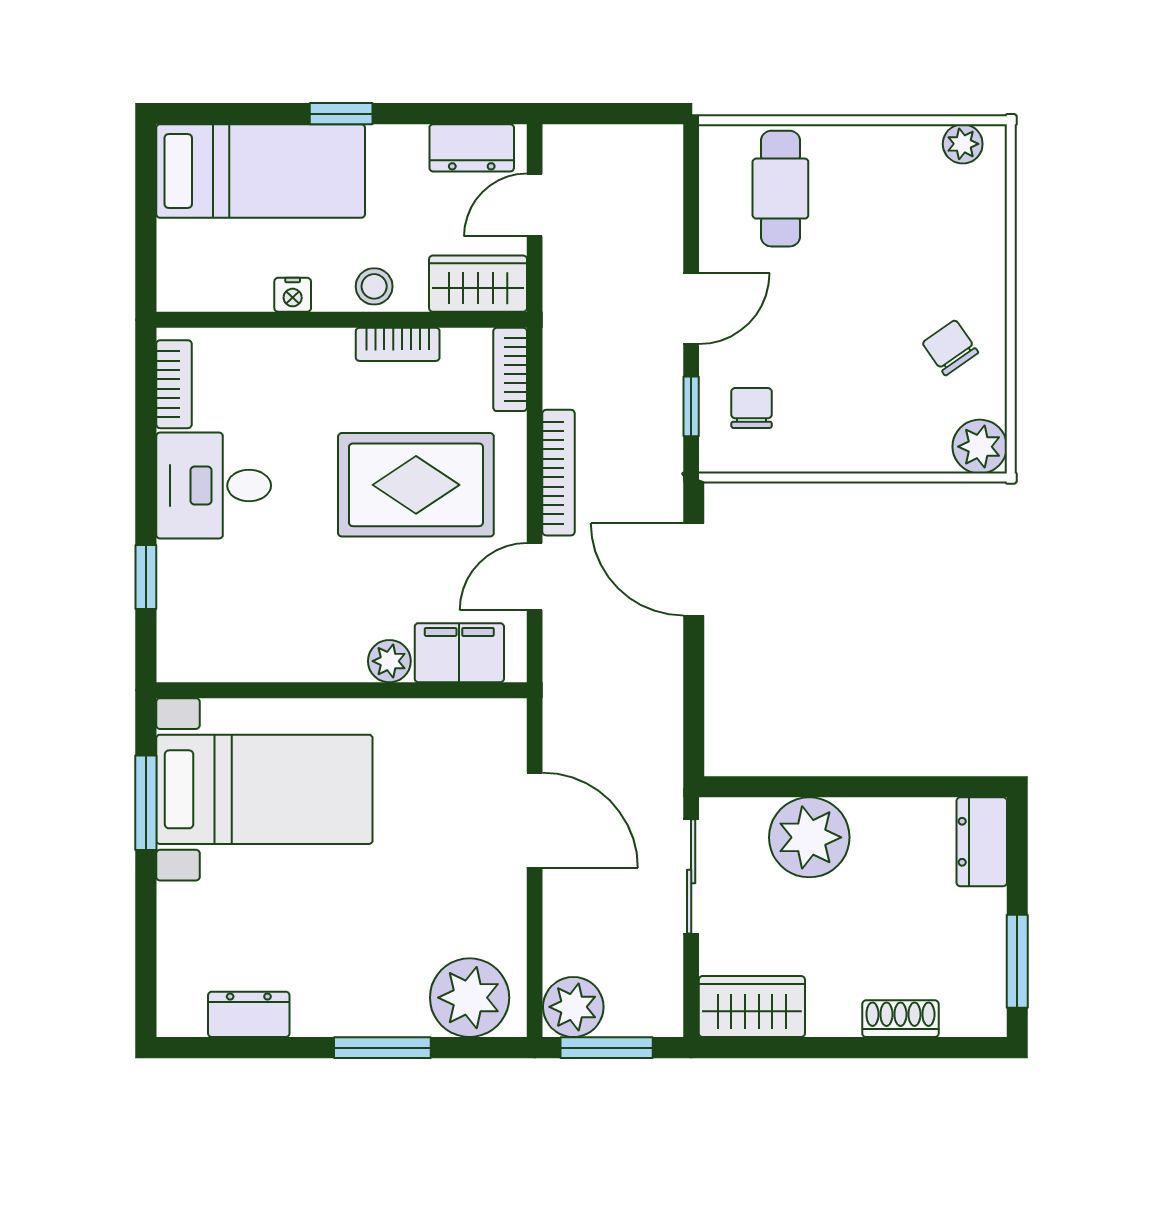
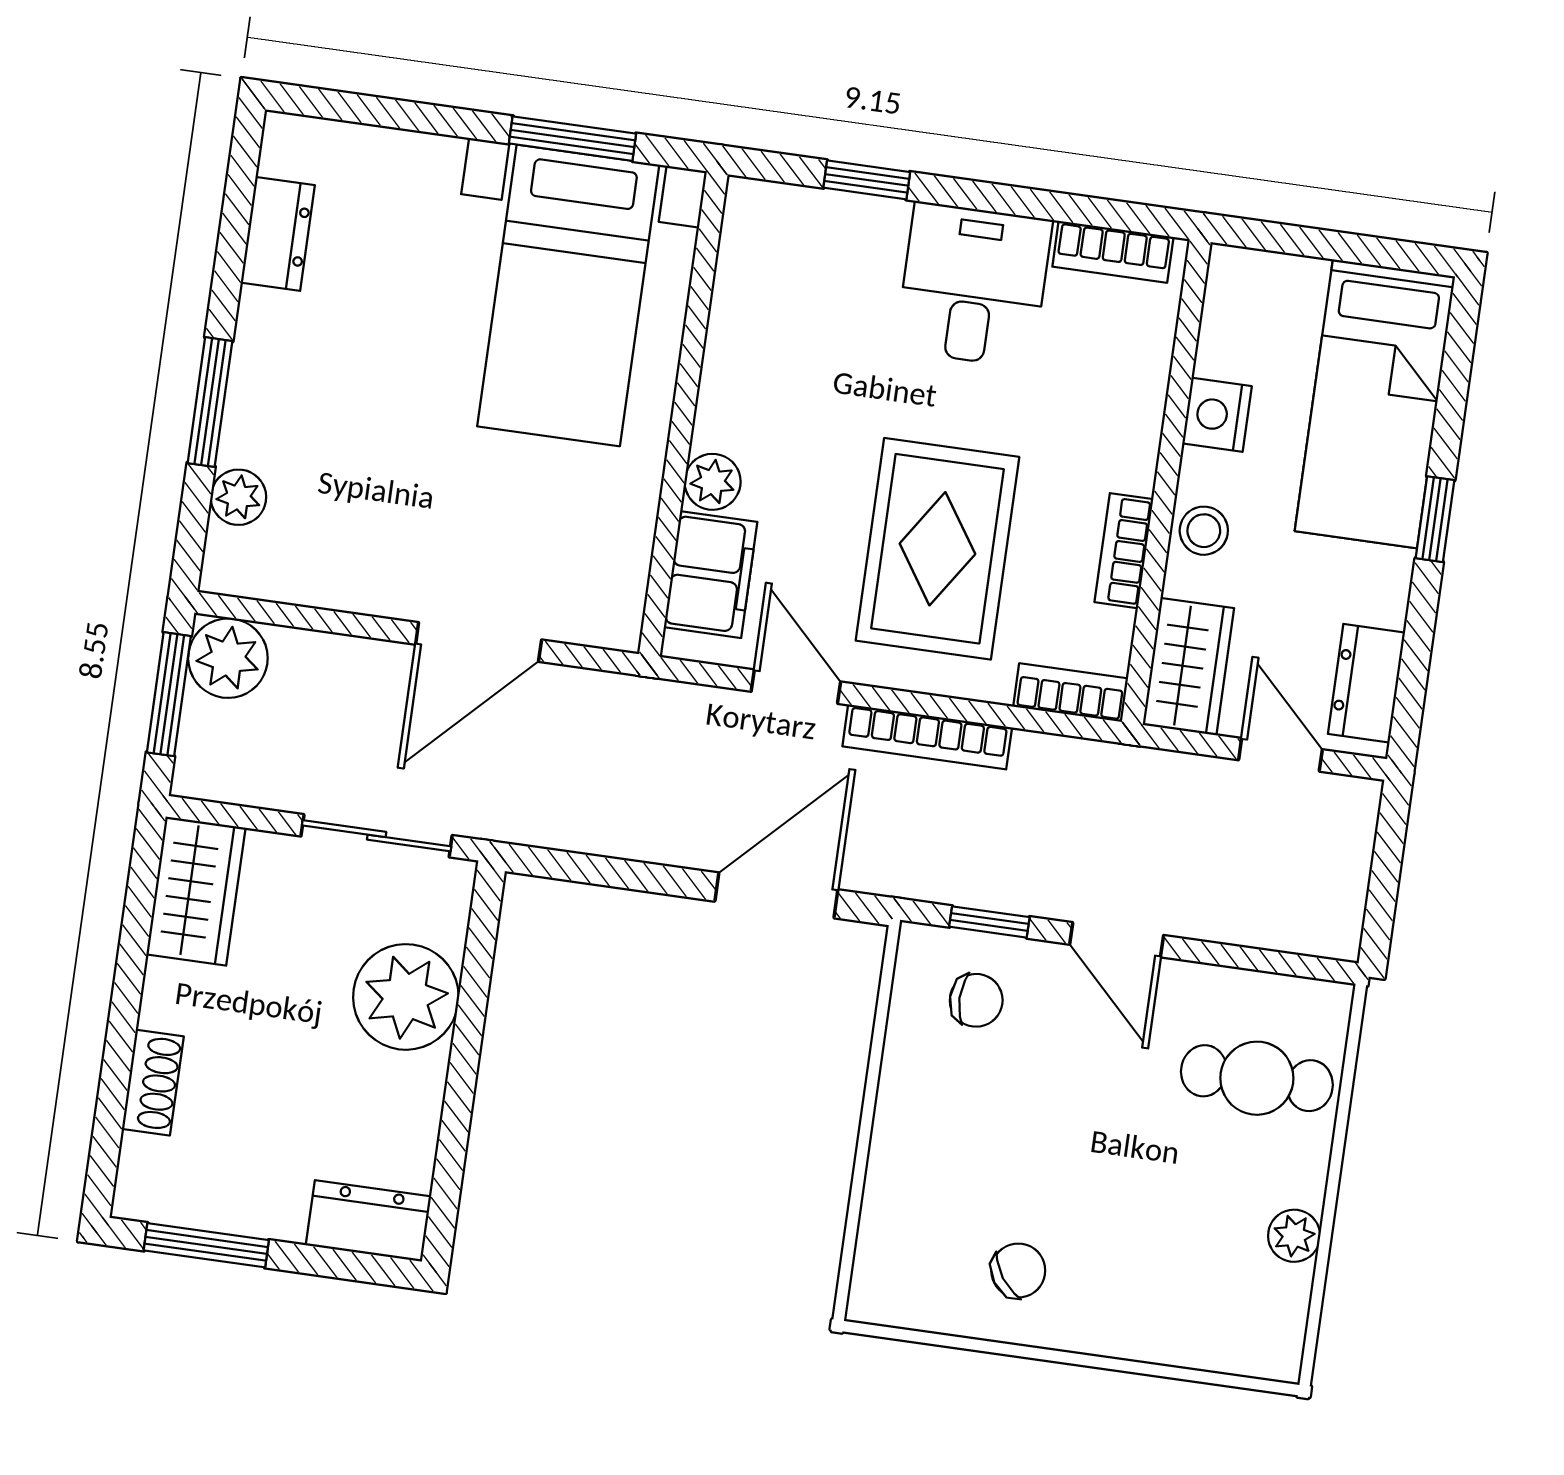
plant: (963, 144) -> (1294, 1236), moved
nightstand: (293, 295) -> (1217, 415), width x1.39, depth x1.35
plant: (980, 447) -> (884, 1291), removed
plant: (470, 998) -> (238, 497), width x0.53, depth x0.53

